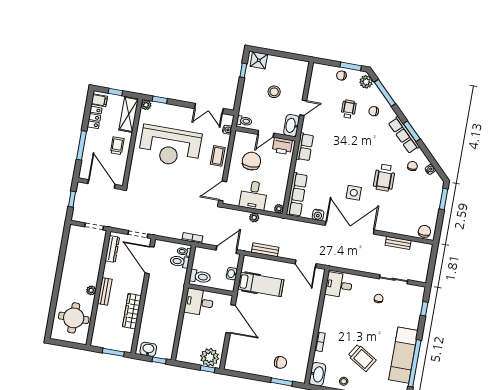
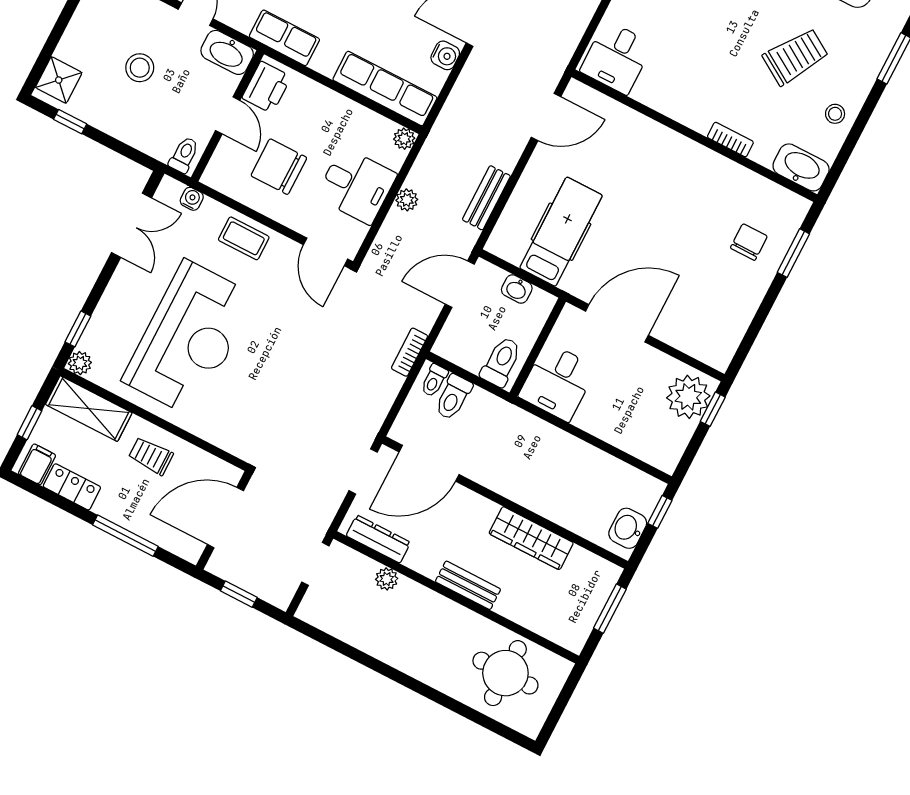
door: (227, 250) -> (460, 284), hinge flipped
plant: (91, 290) -> (387, 579), moved

